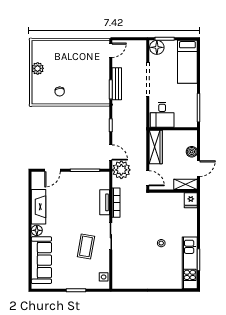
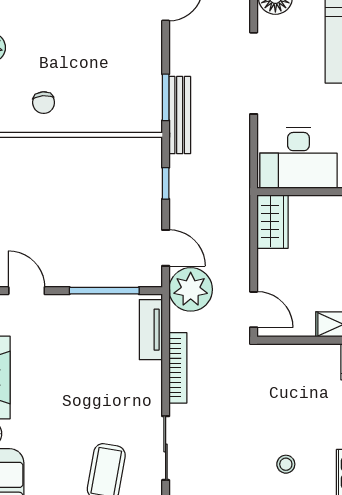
bench: (117, 84) -> (180, 115), moved
desk: (162, 115) -> (298, 158), width x1.37
wardrobe: (156, 147) -> (273, 222), width x0.67
door: (53, 170) -> (27, 291), swing flipped
tv unit: (105, 202) -> (151, 330), moved

